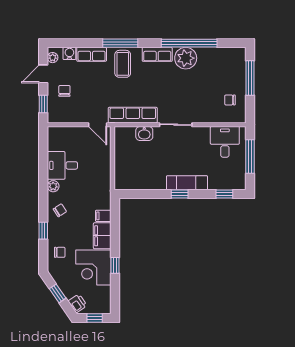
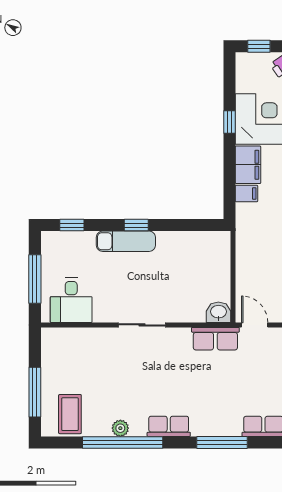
plant: (186, 58) -> (120, 428), width x0.53, depth x0.53
coffee table: (123, 64) -> (70, 414), moved
chair: (230, 100) -> (64, 361), removed
row of seats: (133, 115) -> (215, 339), width x0.68
washbasin: (144, 133) -> (218, 312), moved

